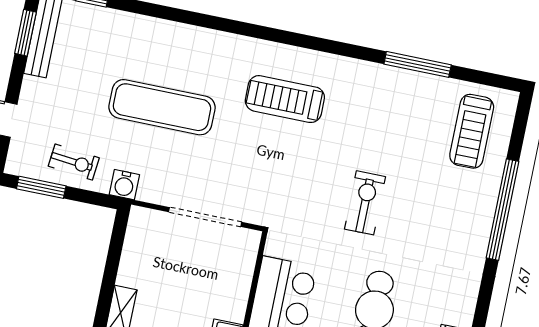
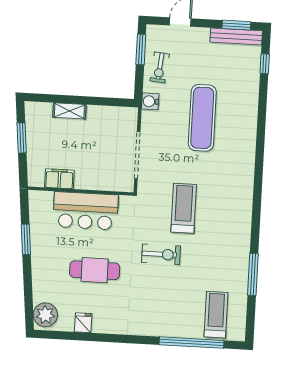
treadmill: (285, 99) -> (184, 208), moved
treadmill: (472, 131) -> (216, 315), turned 90
window: (502, 210) -> (192, 343), moved

